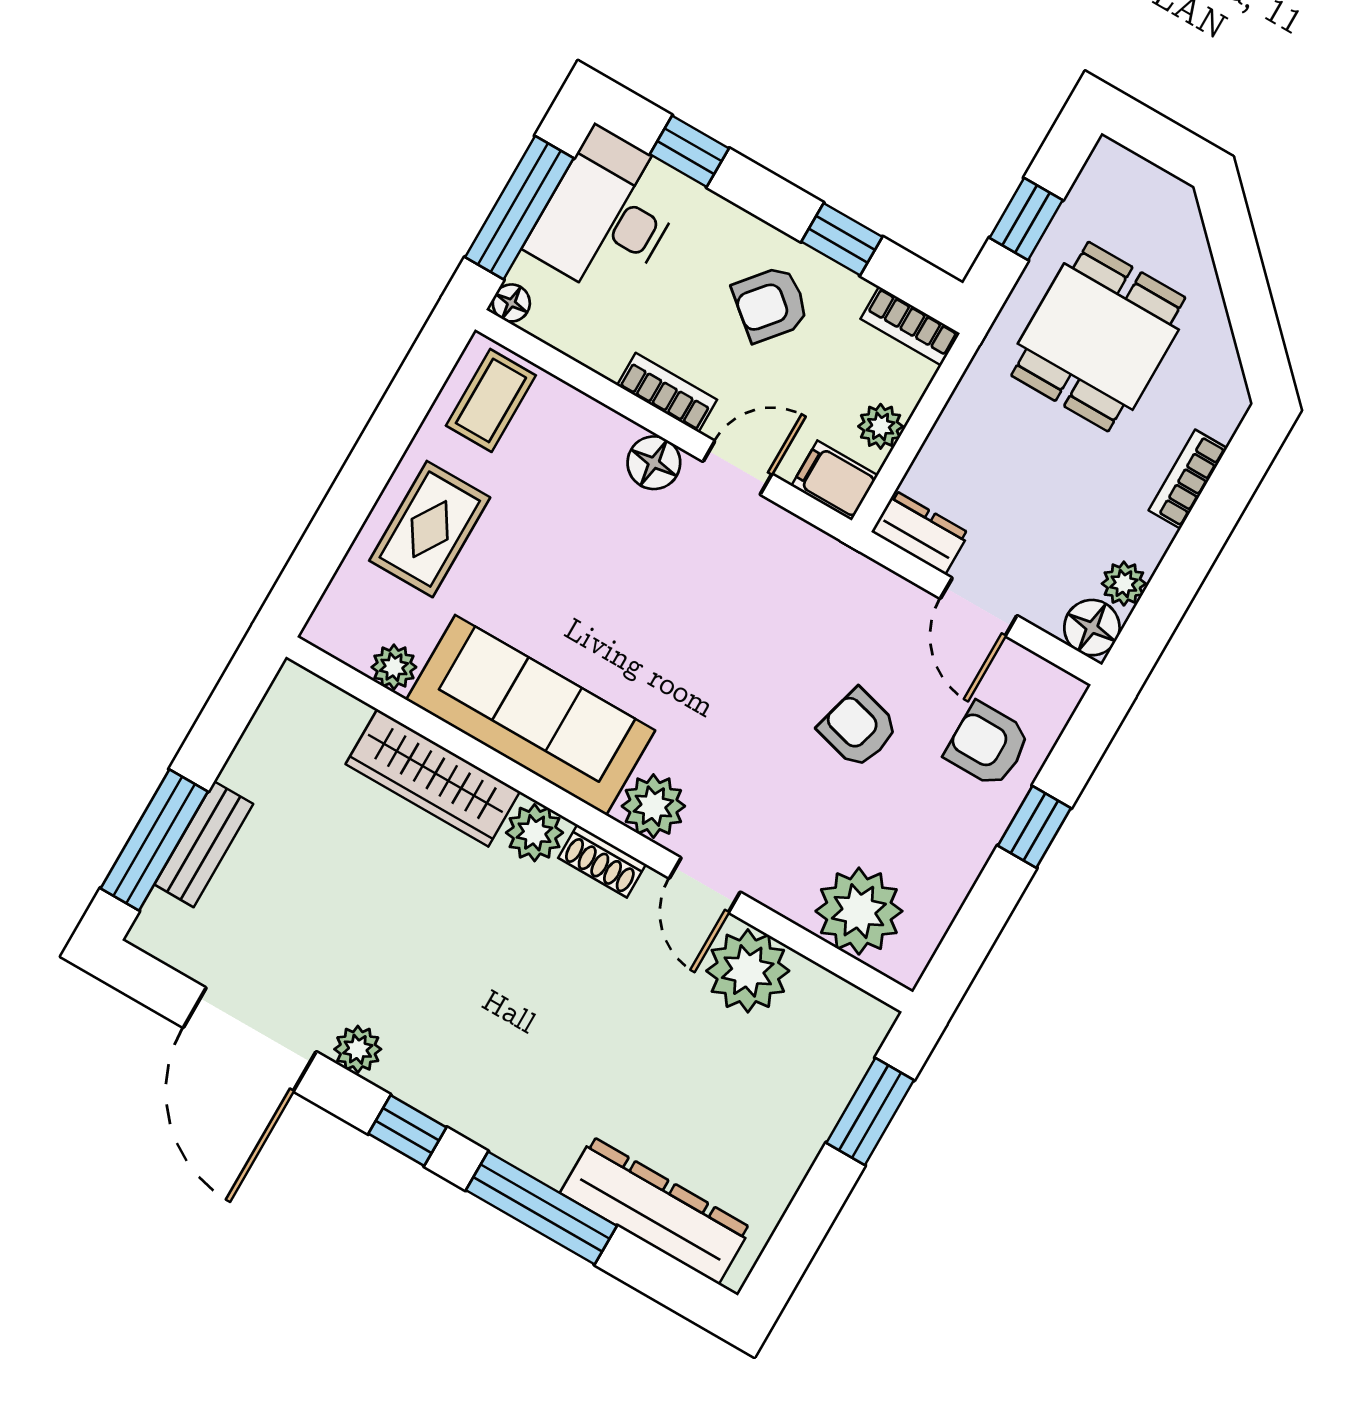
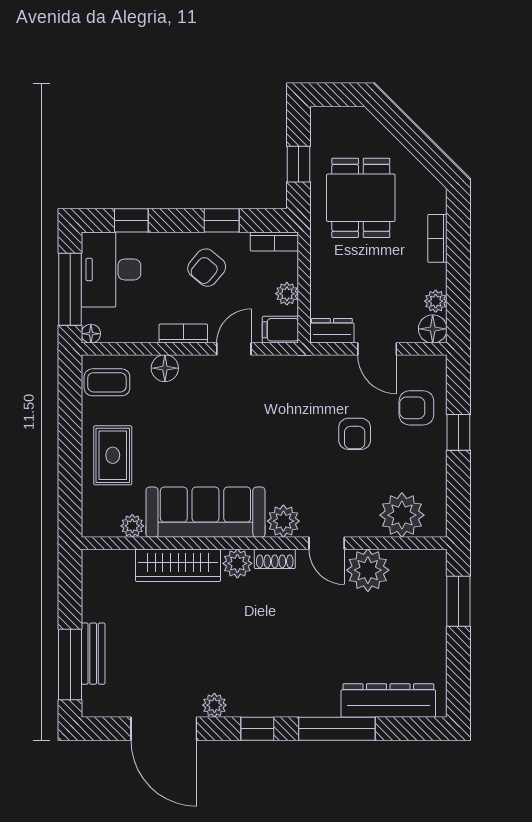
coffee table: (491, 400) -> (107, 382), turned 90
floor lamp: (654, 463) -> (165, 368), moved
armchair: (858, 728) -> (355, 434), turned -105

